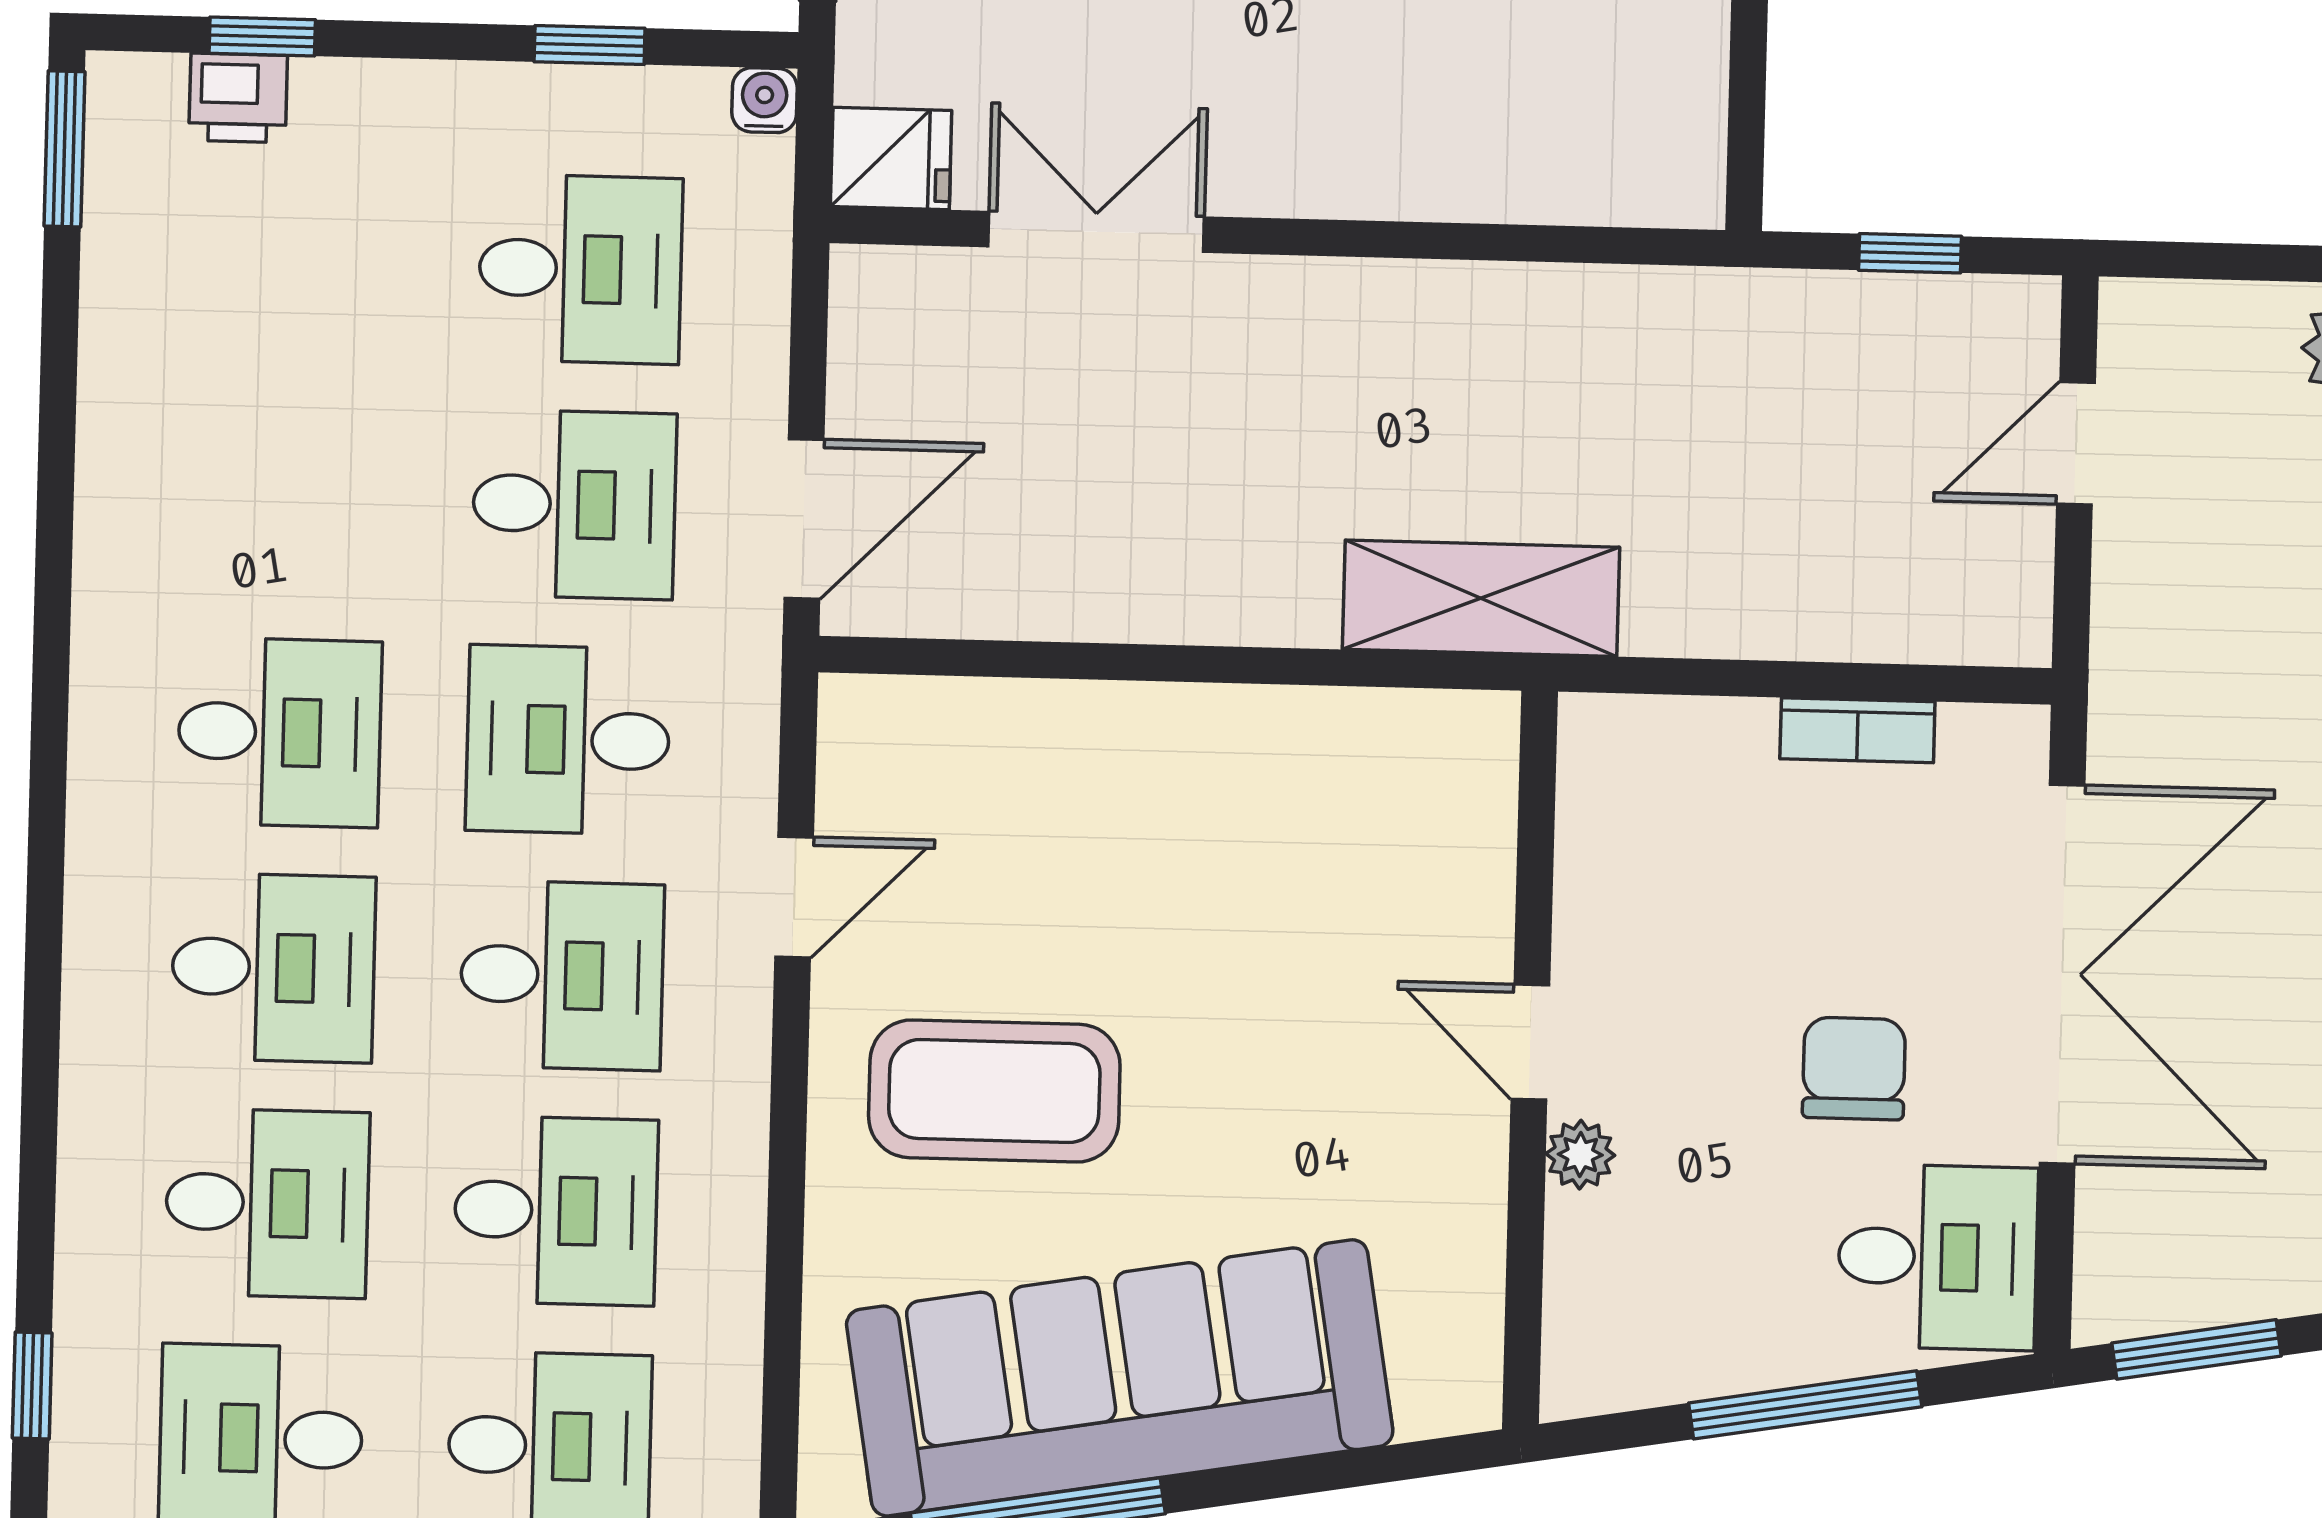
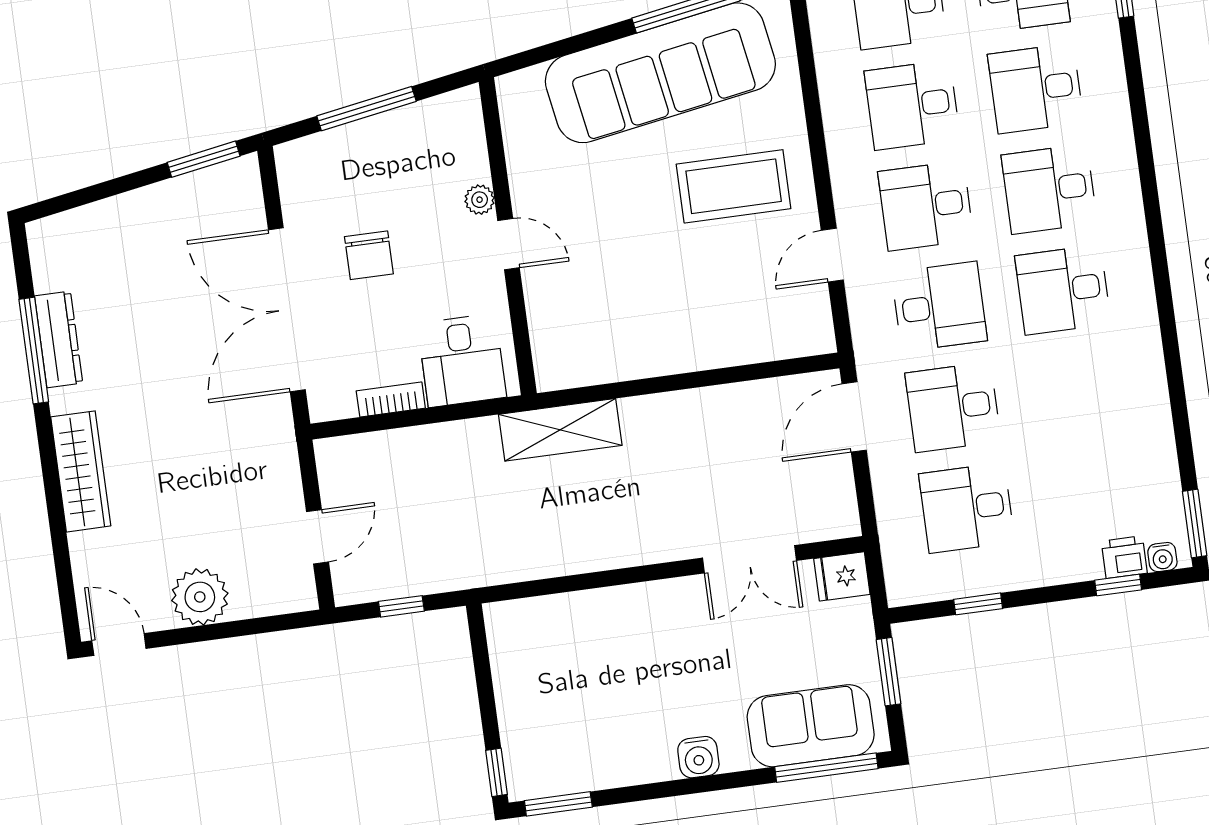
water cooler: (764, 100) -> (1162, 557), moved
desk: (1938, 1257) -> (462, 360), moved, turned -90

